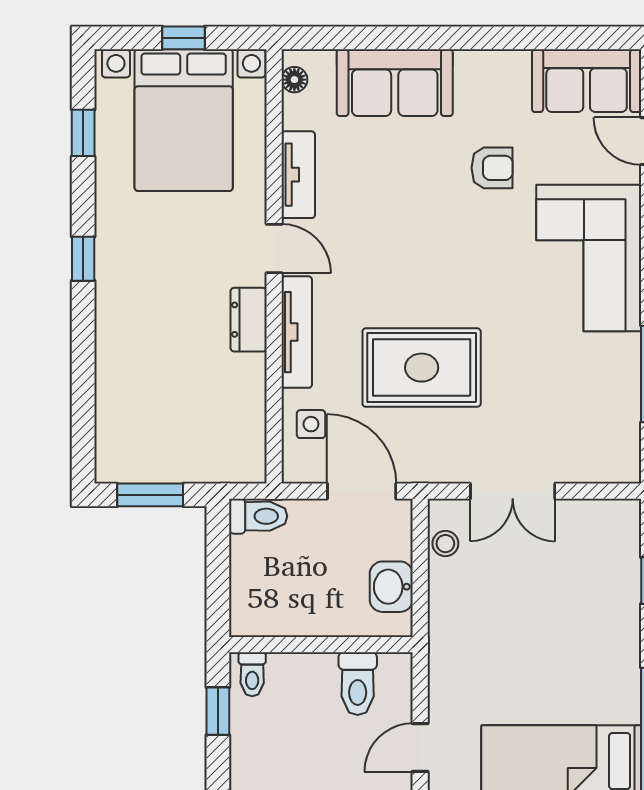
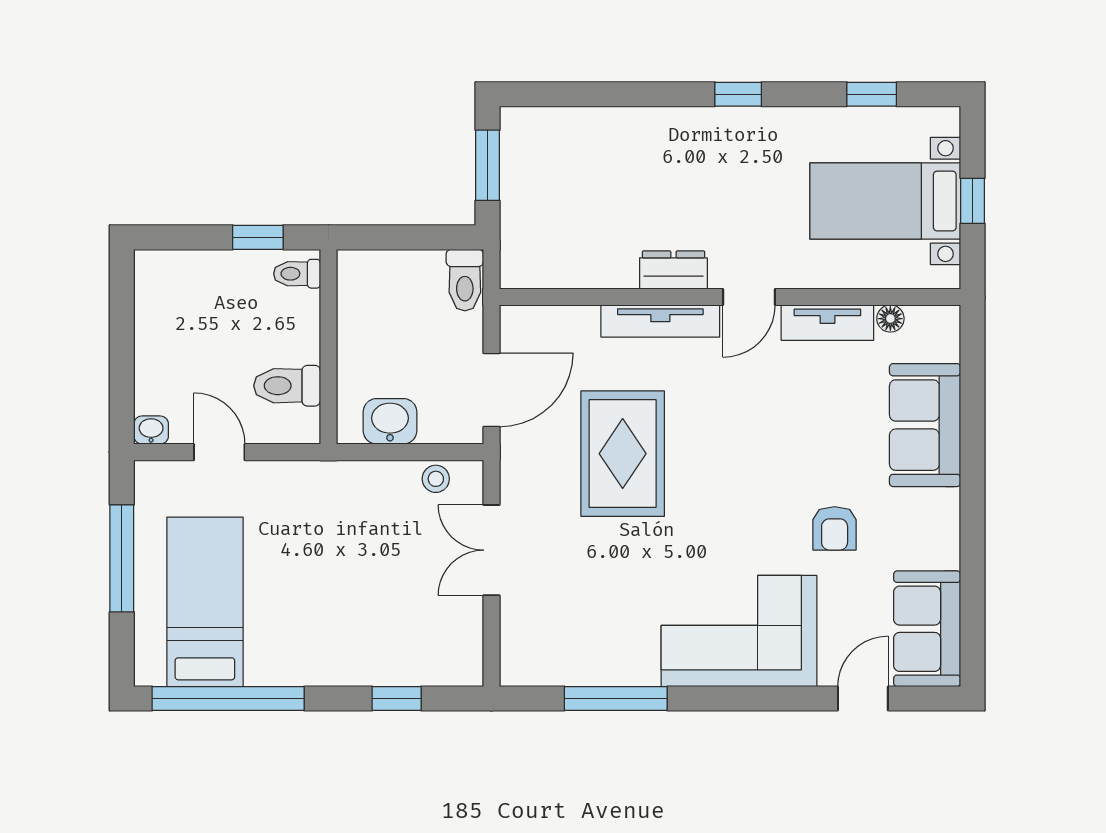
floor lamp: (294, 80) -> (890, 319), moved
bed with nightstands: (184, 120) -> (885, 201), width x0.73
side table: (311, 424) -> (563, 336), removed

